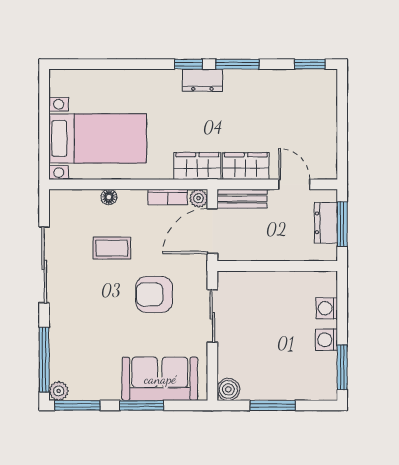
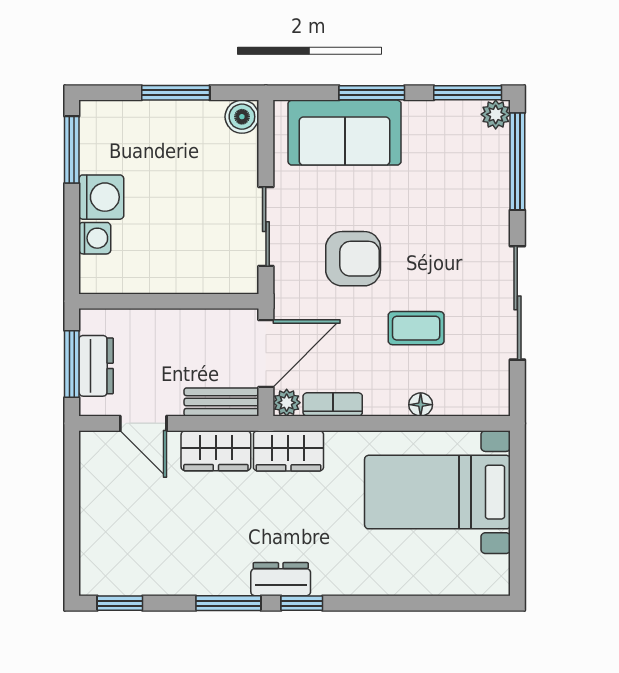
washing machine: (327, 340) -> (101, 197), width x1.38, depth x1.38

